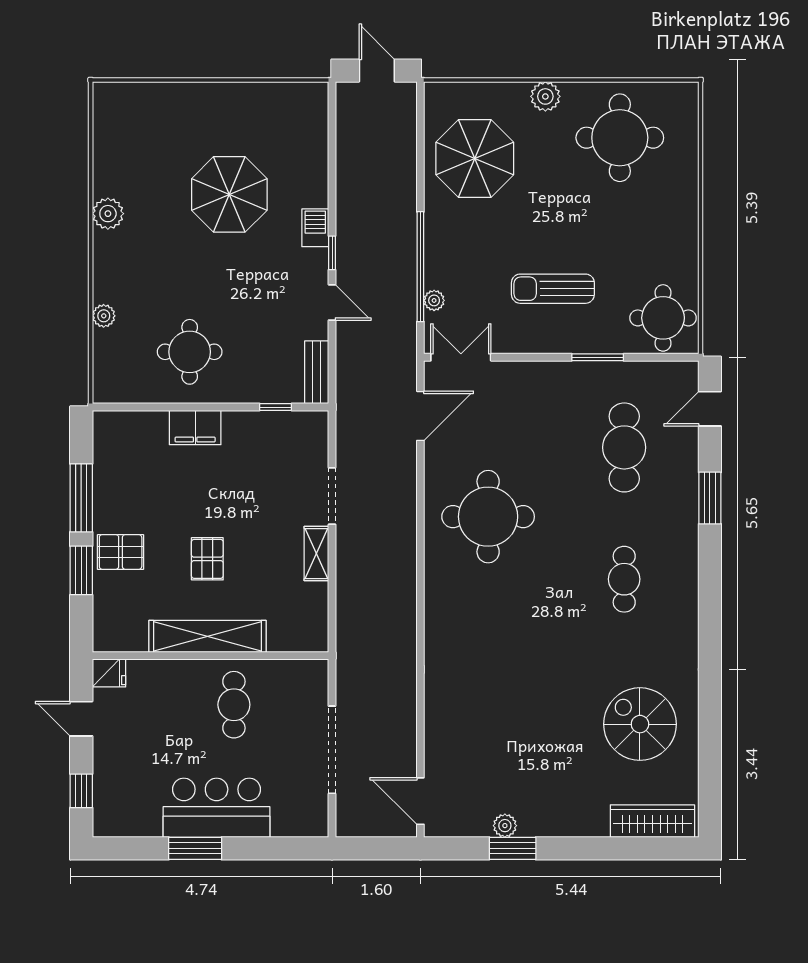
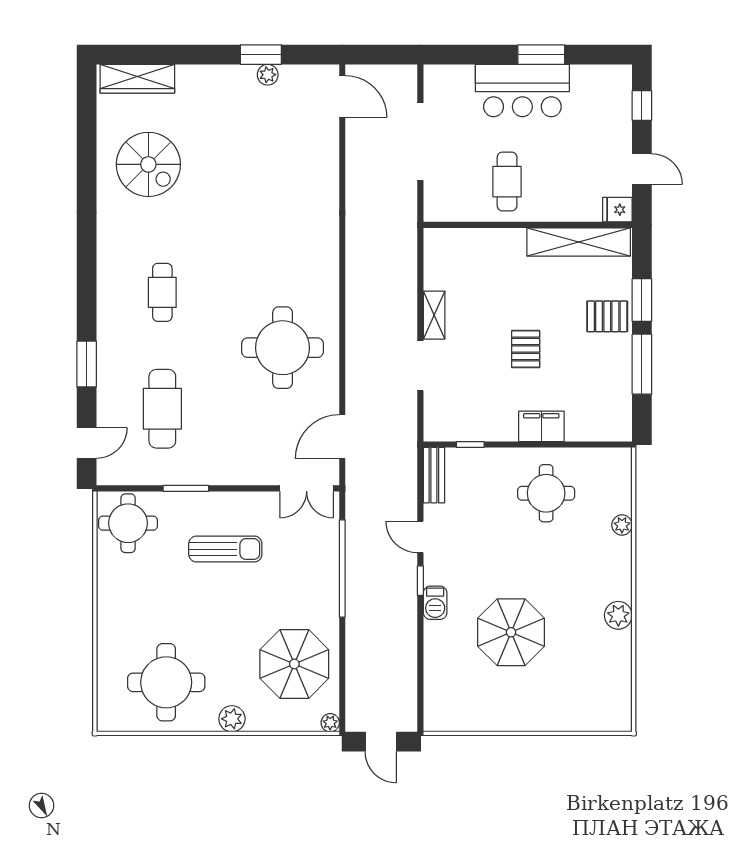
plant: (434, 300) -> (330, 723), moved
pallet: (207, 559) -> (526, 349), moved
shelving: (207, 636) -> (579, 242), moved

